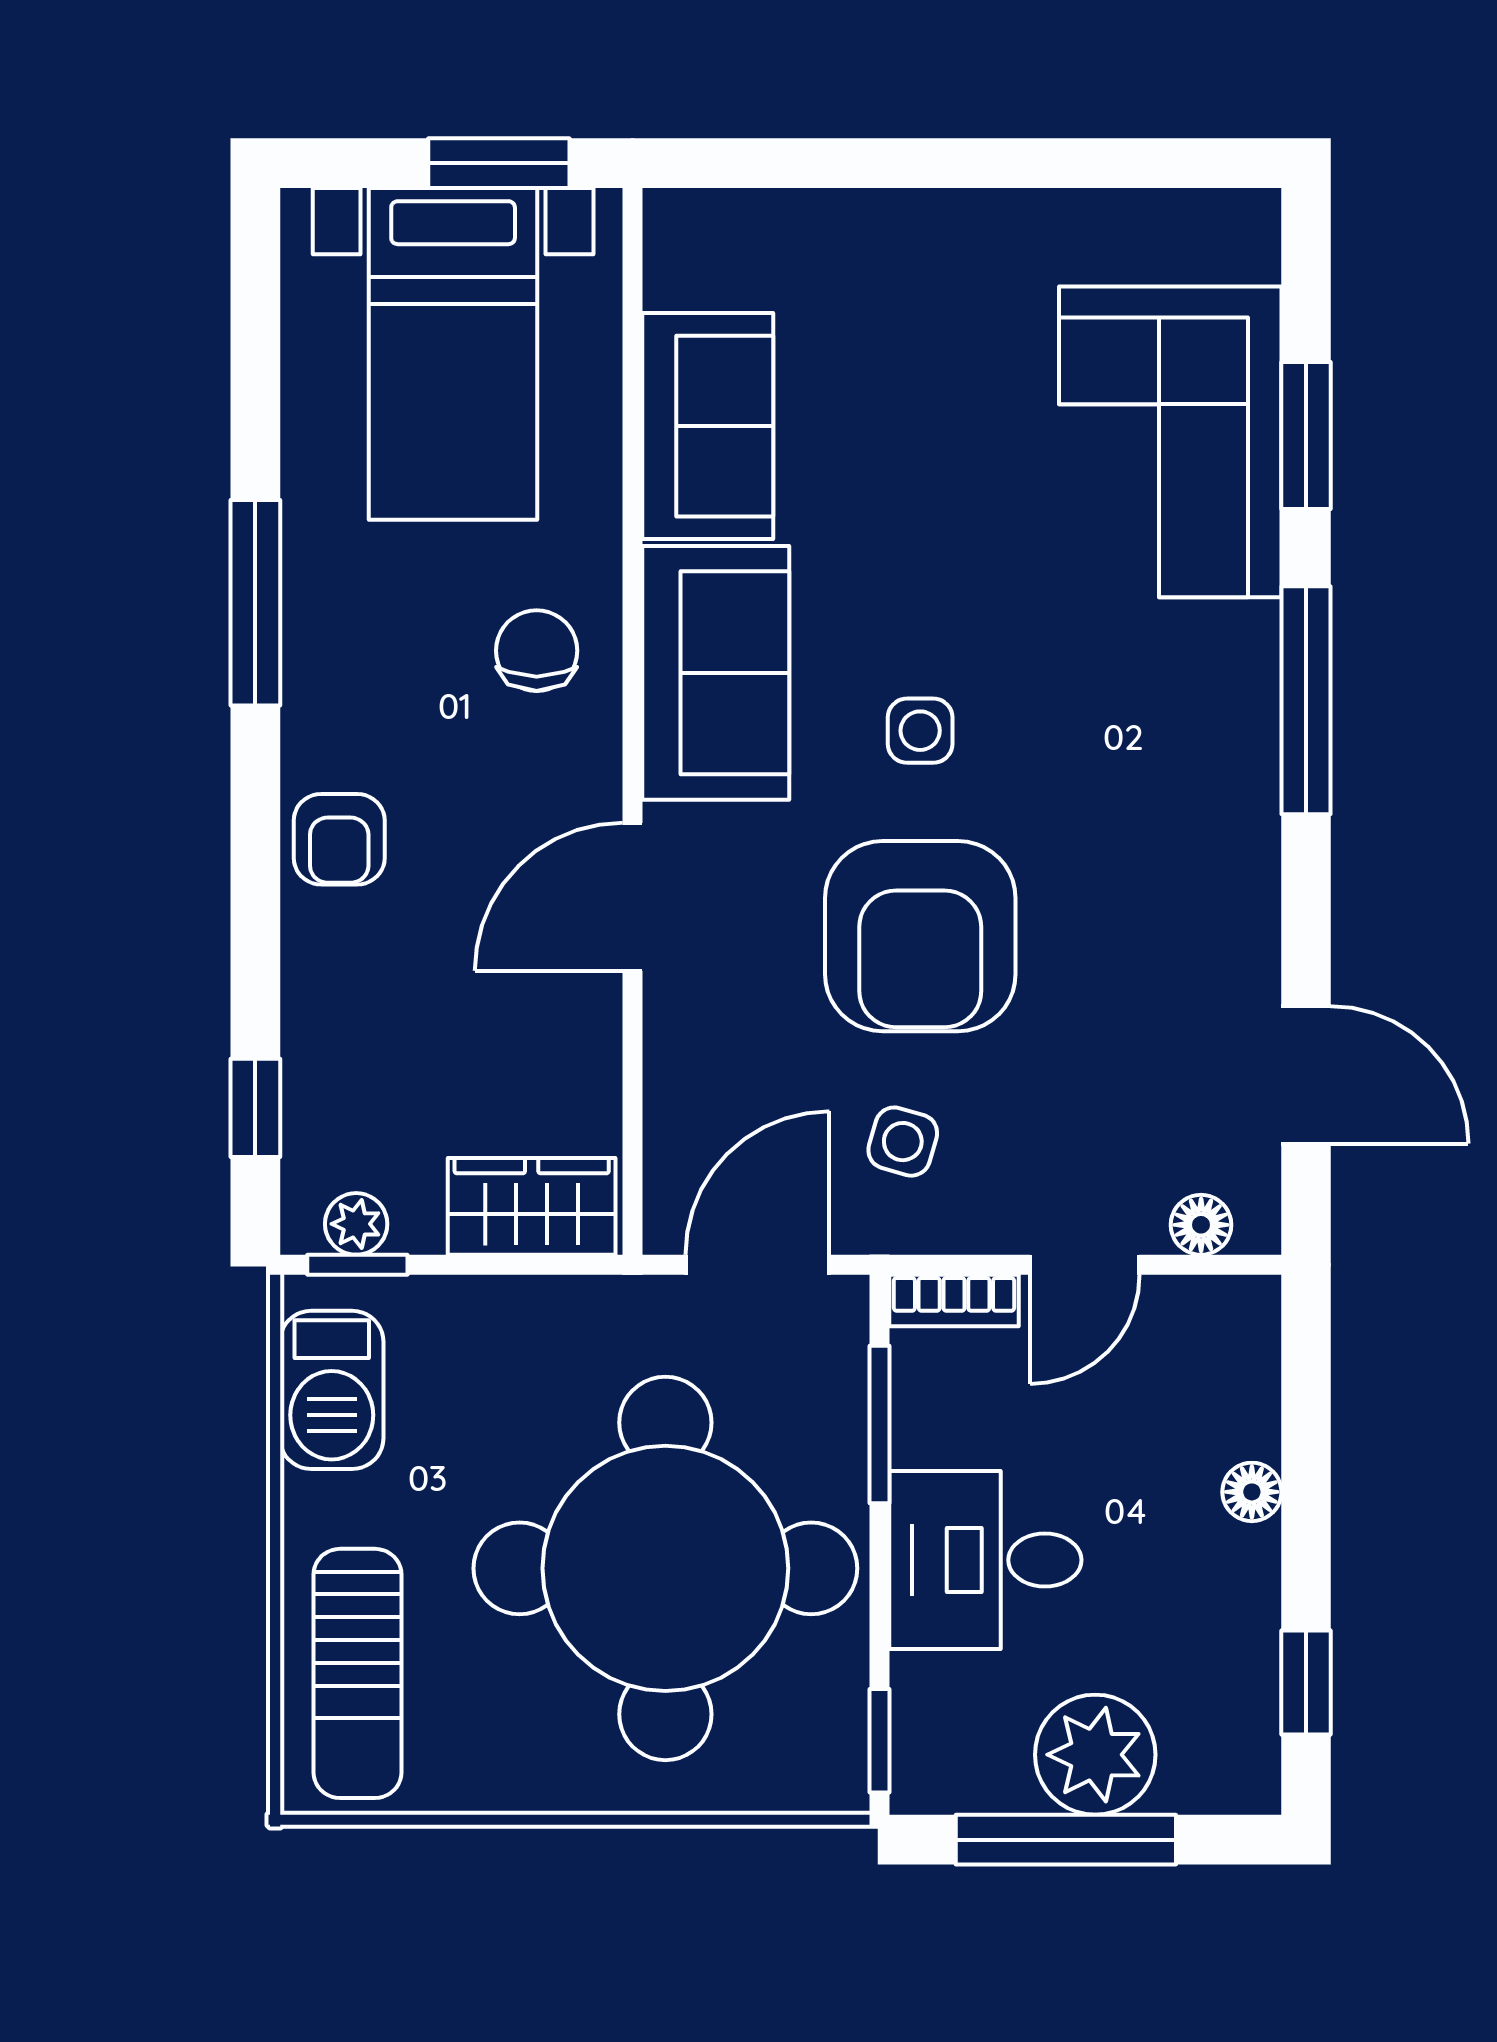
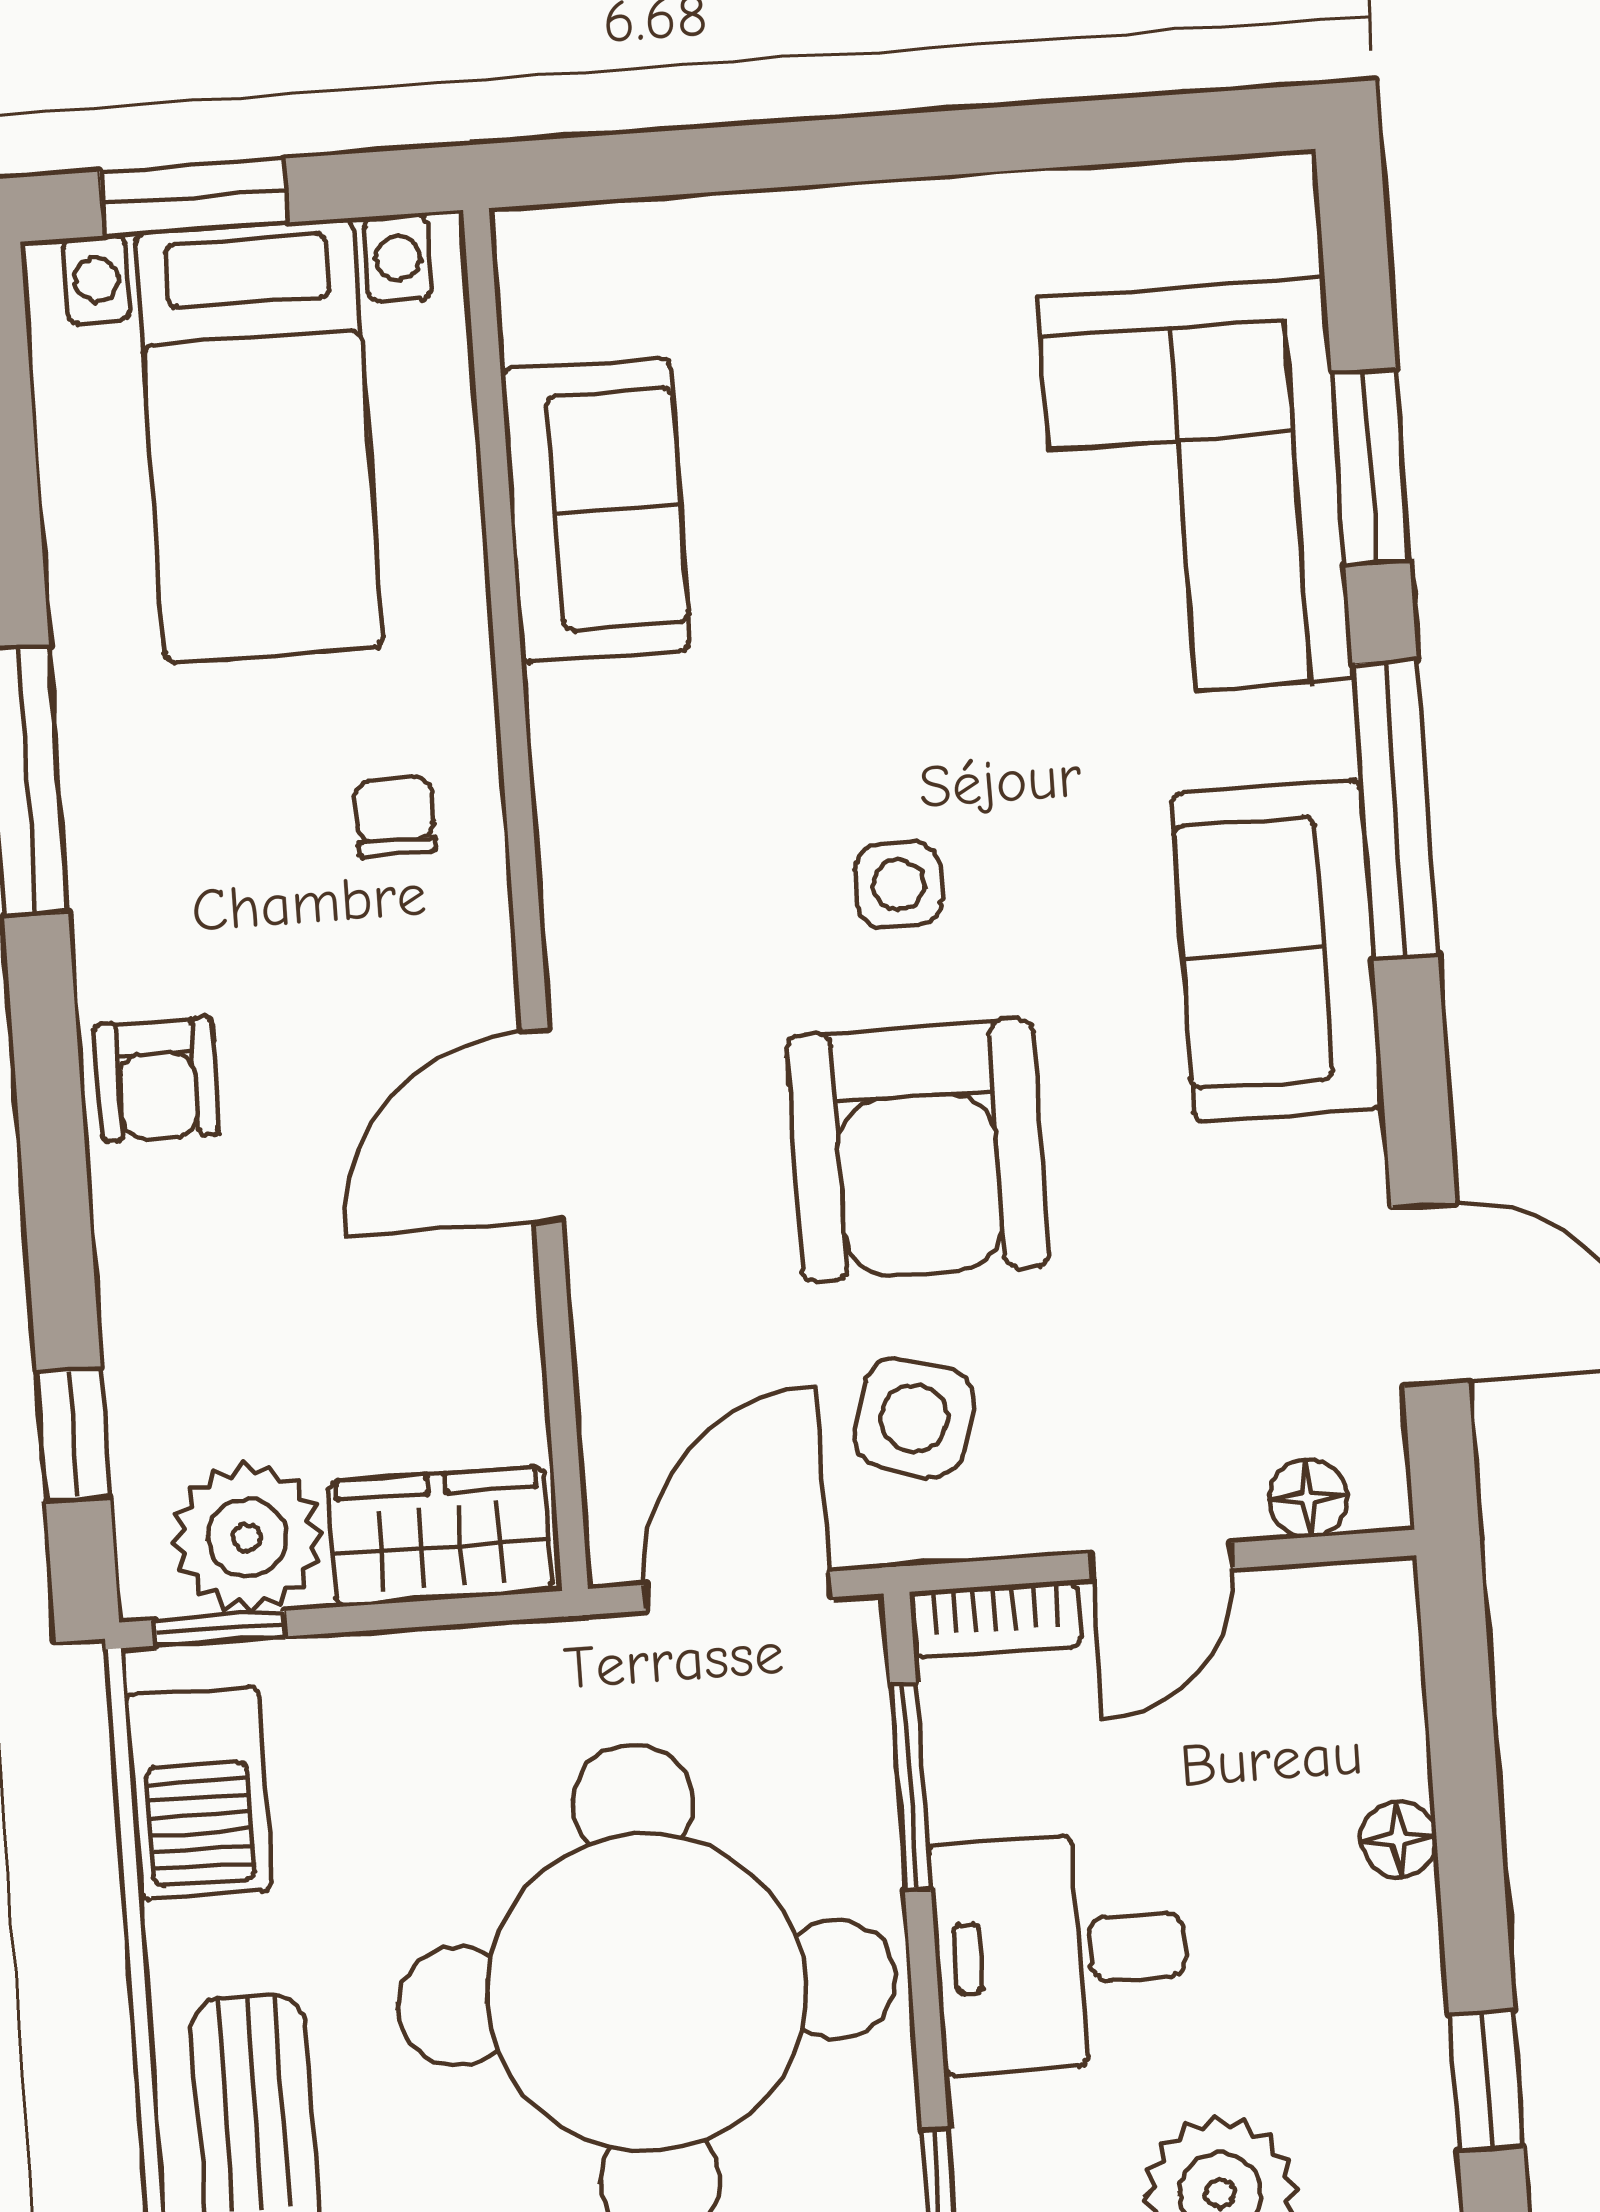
window: (499, 163) -> (194, 197), moved
chair: (537, 651) -> (395, 817), width x0.73, depth x0.73
sofa: (716, 673) -> (1278, 951), moved, turned 180
side table: (903, 1142) -> (914, 1418), width x1.37, depth x1.37
plant: (356, 1224) -> (247, 1538), width x1.88, depth x1.88

